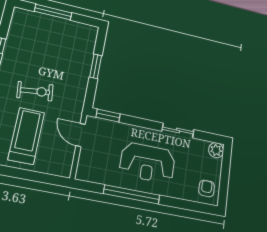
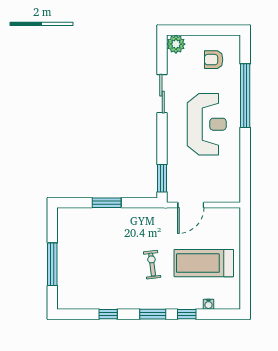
exercise bike: (35, 91) -> (152, 265), width x0.73, depth x0.72
armchair: (207, 188) -> (214, 60), moved
window: (132, 194) -> (245, 96), moved

